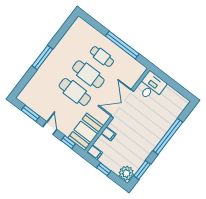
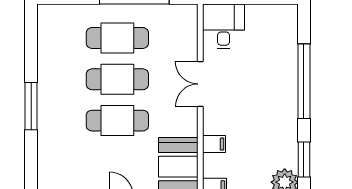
cafe table: (102, 57) -> (117, 38), width x1.37, depth x1.35
double door: (122, 104) -> (200, 84), width x0.73

